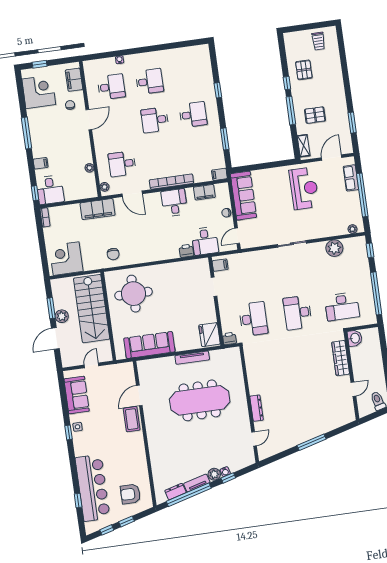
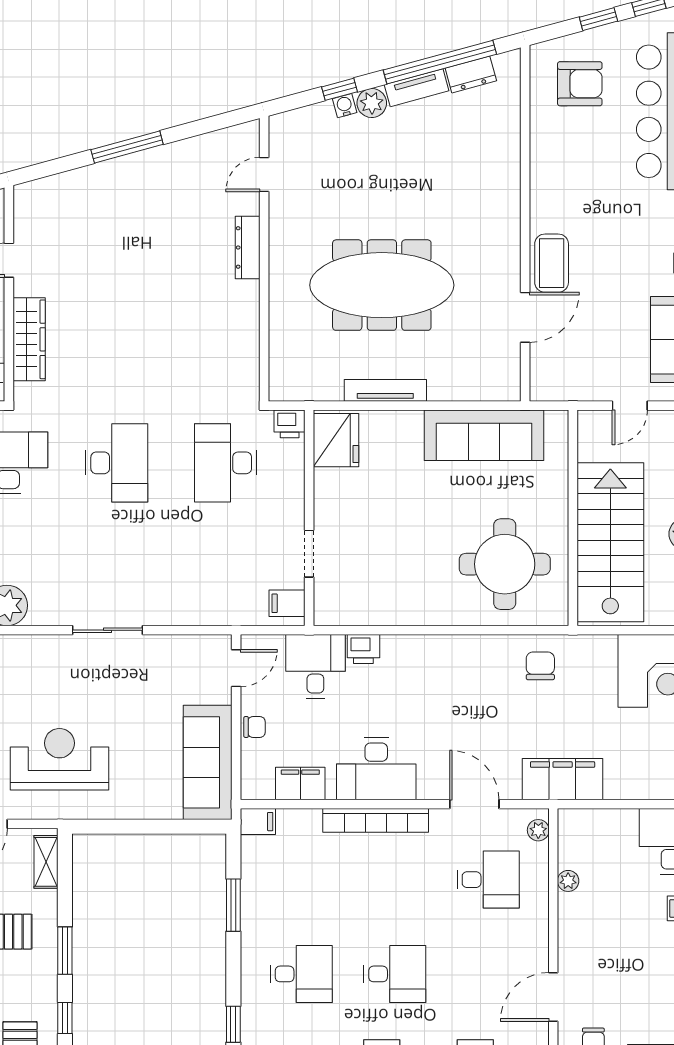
window: (291, 111) -> (65, 951), width x0.69
desk: (193, 115) -> (301, 974), turned 180
reception desk: (304, 188) -> (59, 759), turned 90
desk: (174, 203) -> (376, 769), width x1.37

